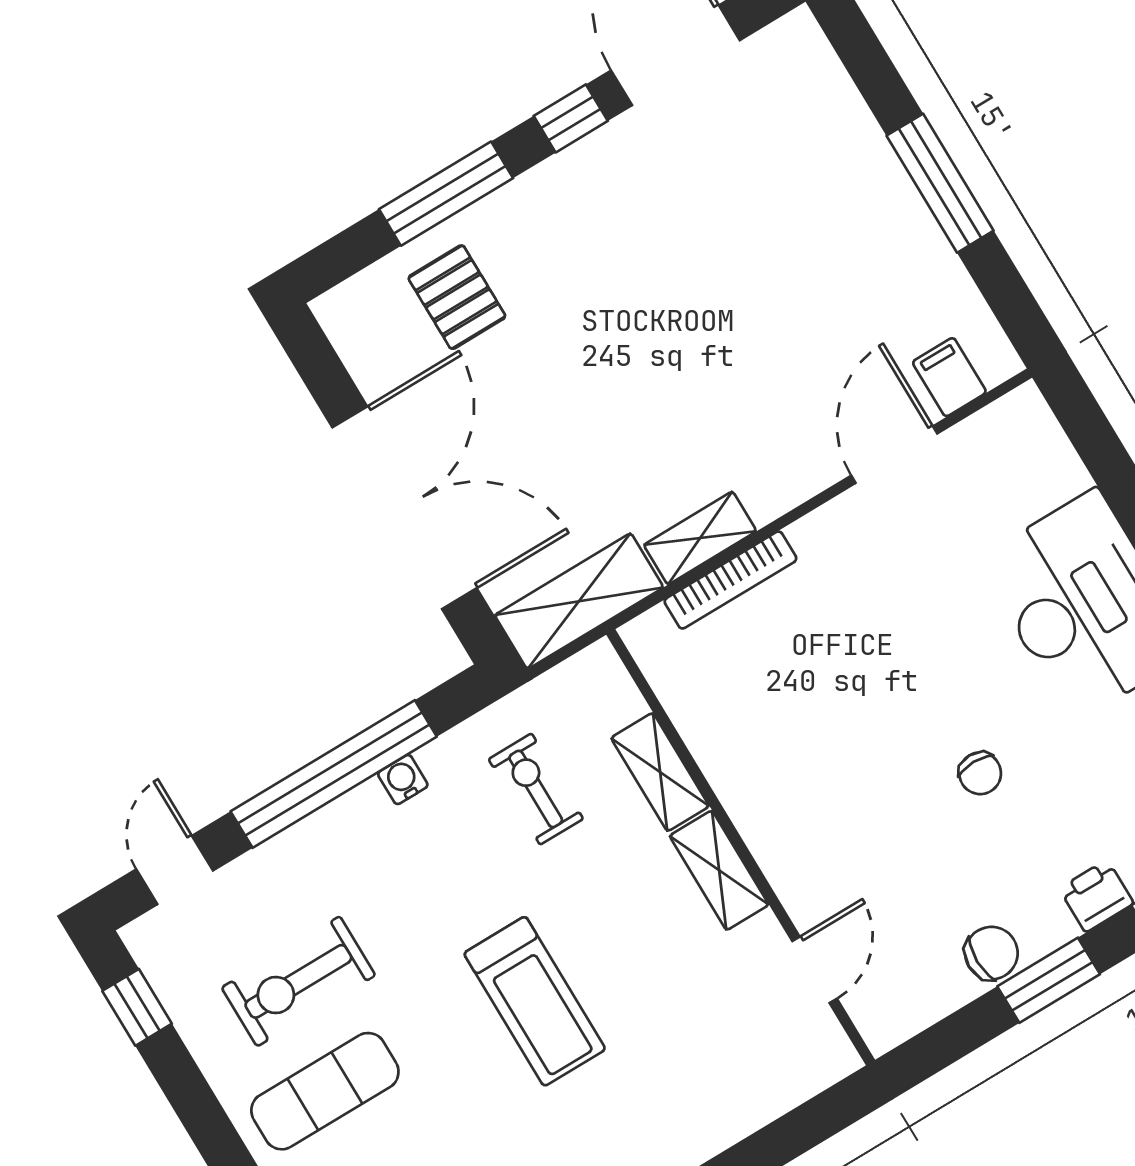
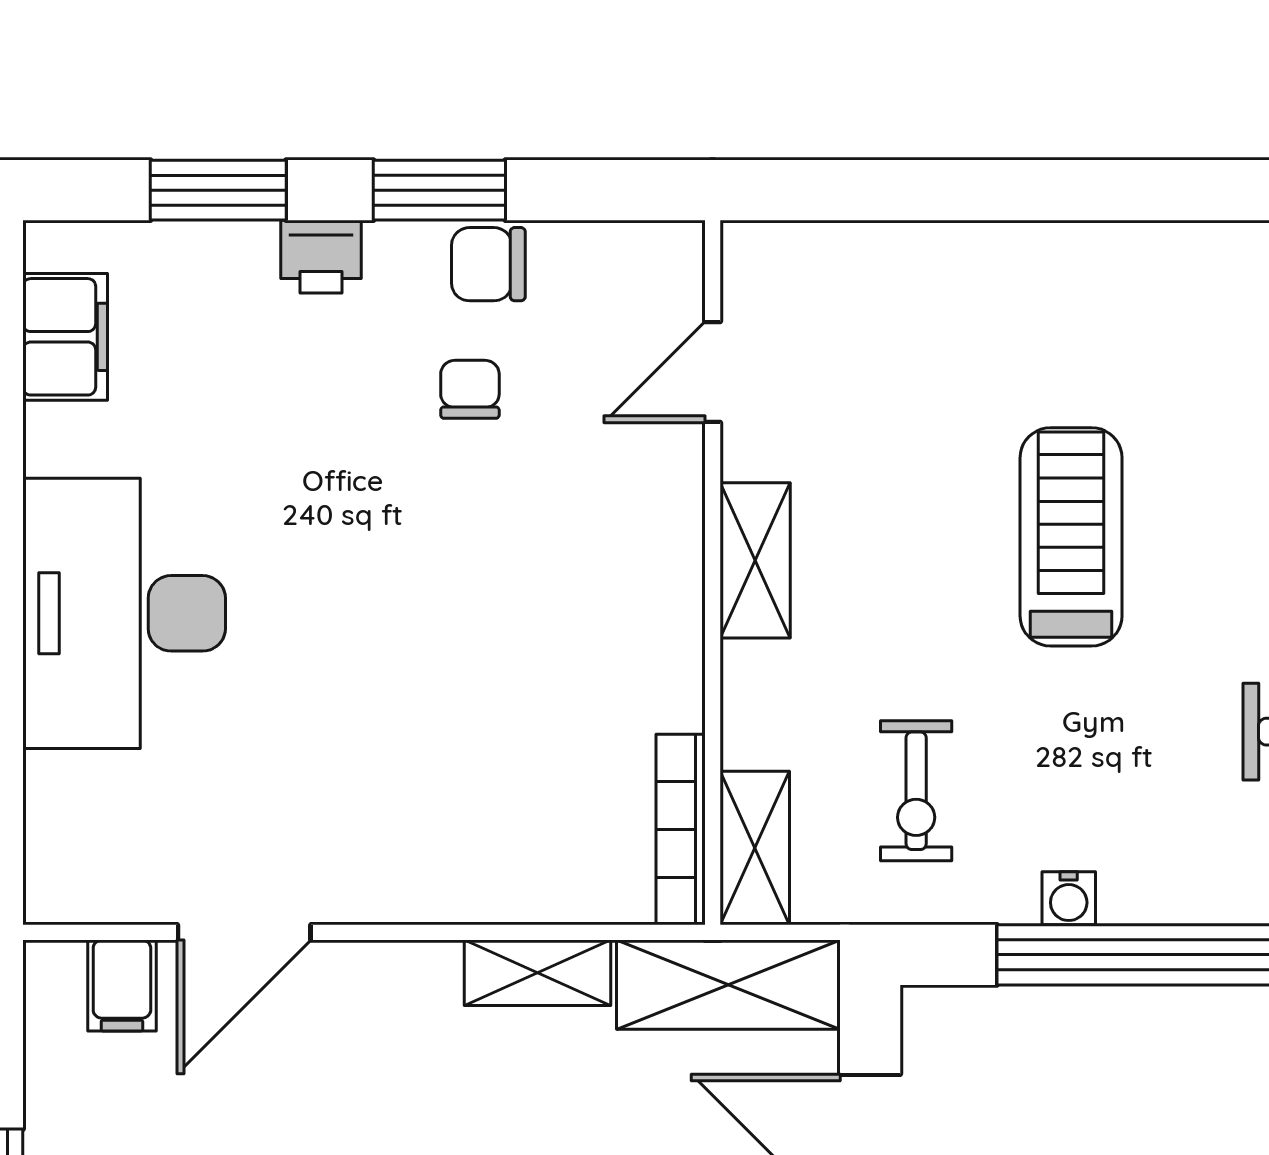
bookcase: (730, 580) -> (681, 830), moved, turned -90
shelving: (660, 772) -> (755, 848), moved
chair: (980, 773) -> (470, 389), moved

